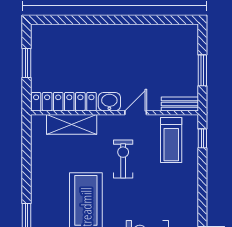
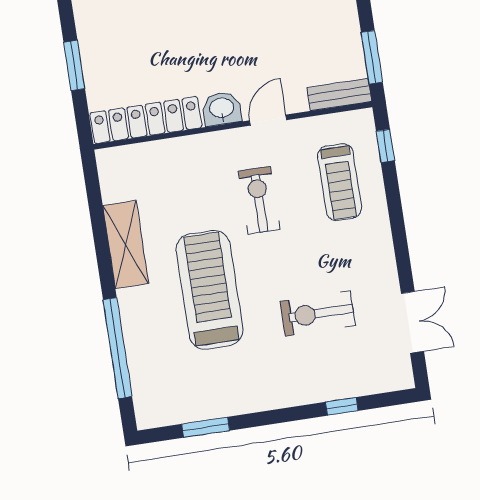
window: (202, 70) -> (372, 57), moved
shelving: (72, 124) -> (126, 245), moved, turned 90
treadmill: (171, 140) -> (340, 182), moved

